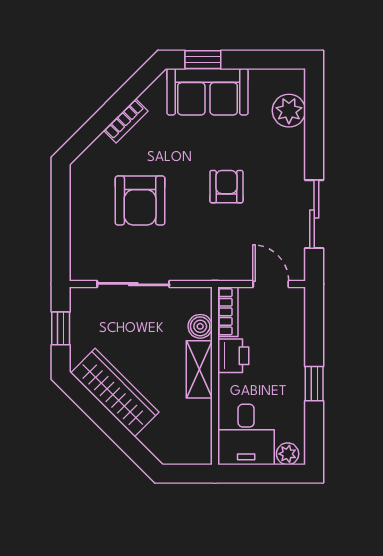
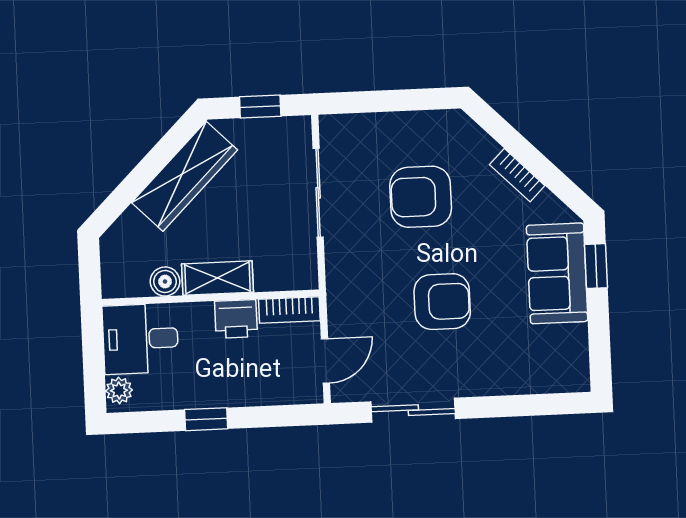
plant: (289, 111) -> (538, 374), removed
armchair: (226, 187) -> (442, 302), width x1.38, depth x1.38
boiler: (200, 326) -> (165, 281), moved

